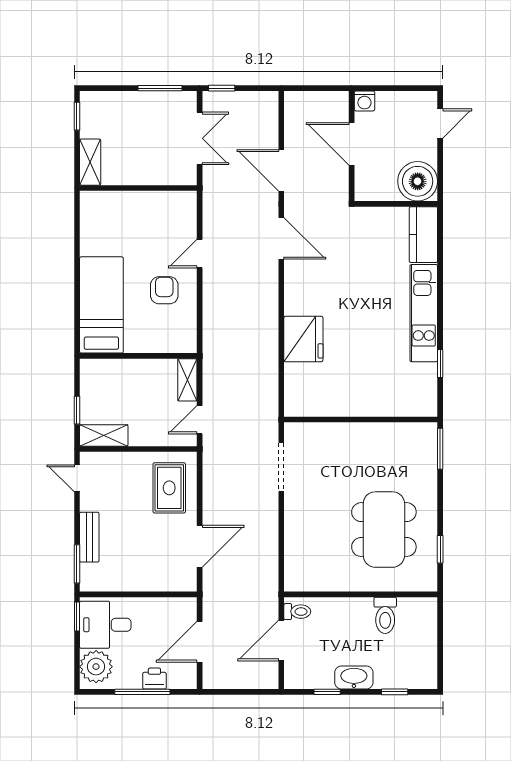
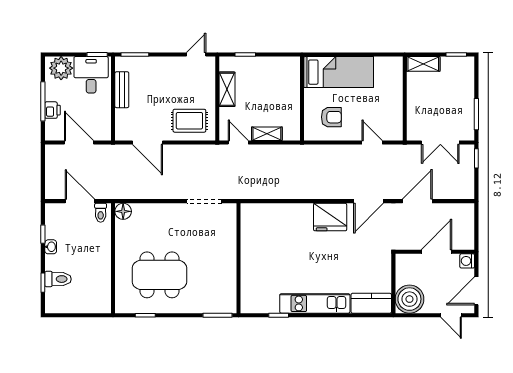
door: (406, 88) -> (476, 291), added
door: (200, 254) -> (372, 143), moved
bed: (101, 305) -> (339, 72), moved
fridge: (303, 339) -> (330, 217), moved
wall: (138, 356) -> (302, 99), moved
shelving: (104, 435) -> (227, 89), moved
bench: (89, 537) -> (122, 90), moved, turned 90
floor lamp: (295, 580) -> (123, 211), added
toilet: (385, 615) -> (58, 279), moved, turned 180
washbasin: (354, 678) -> (51, 247), width x0.52, depth x0.69

